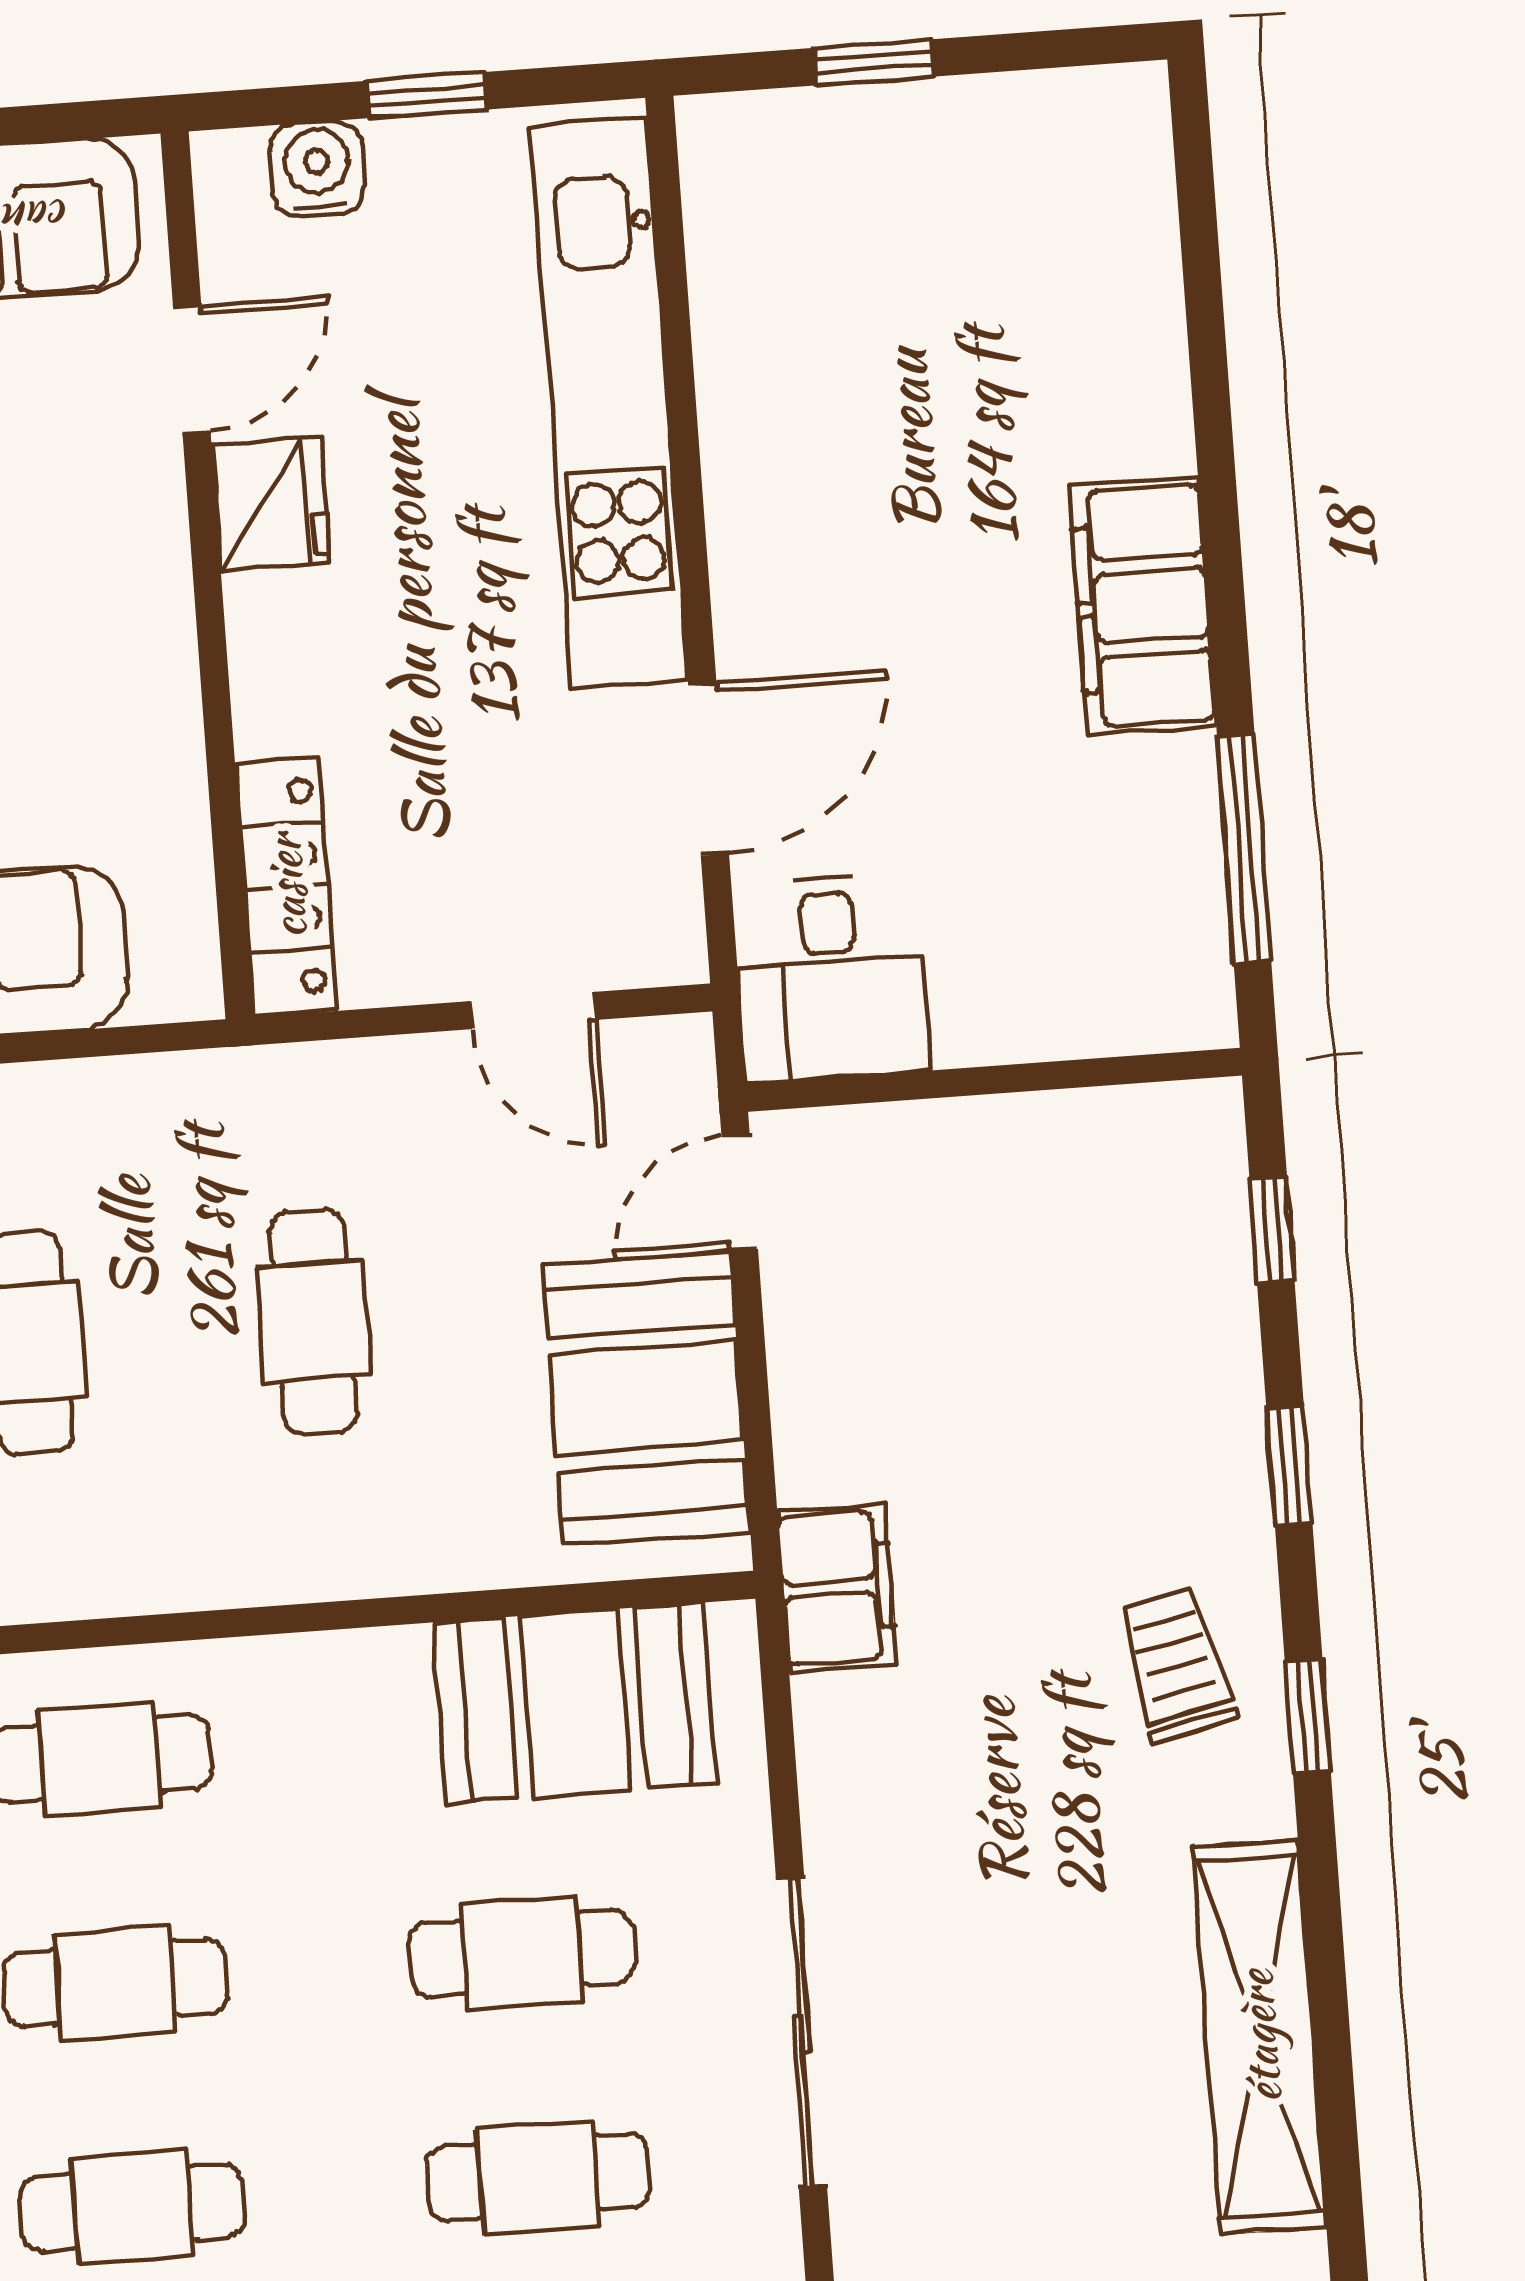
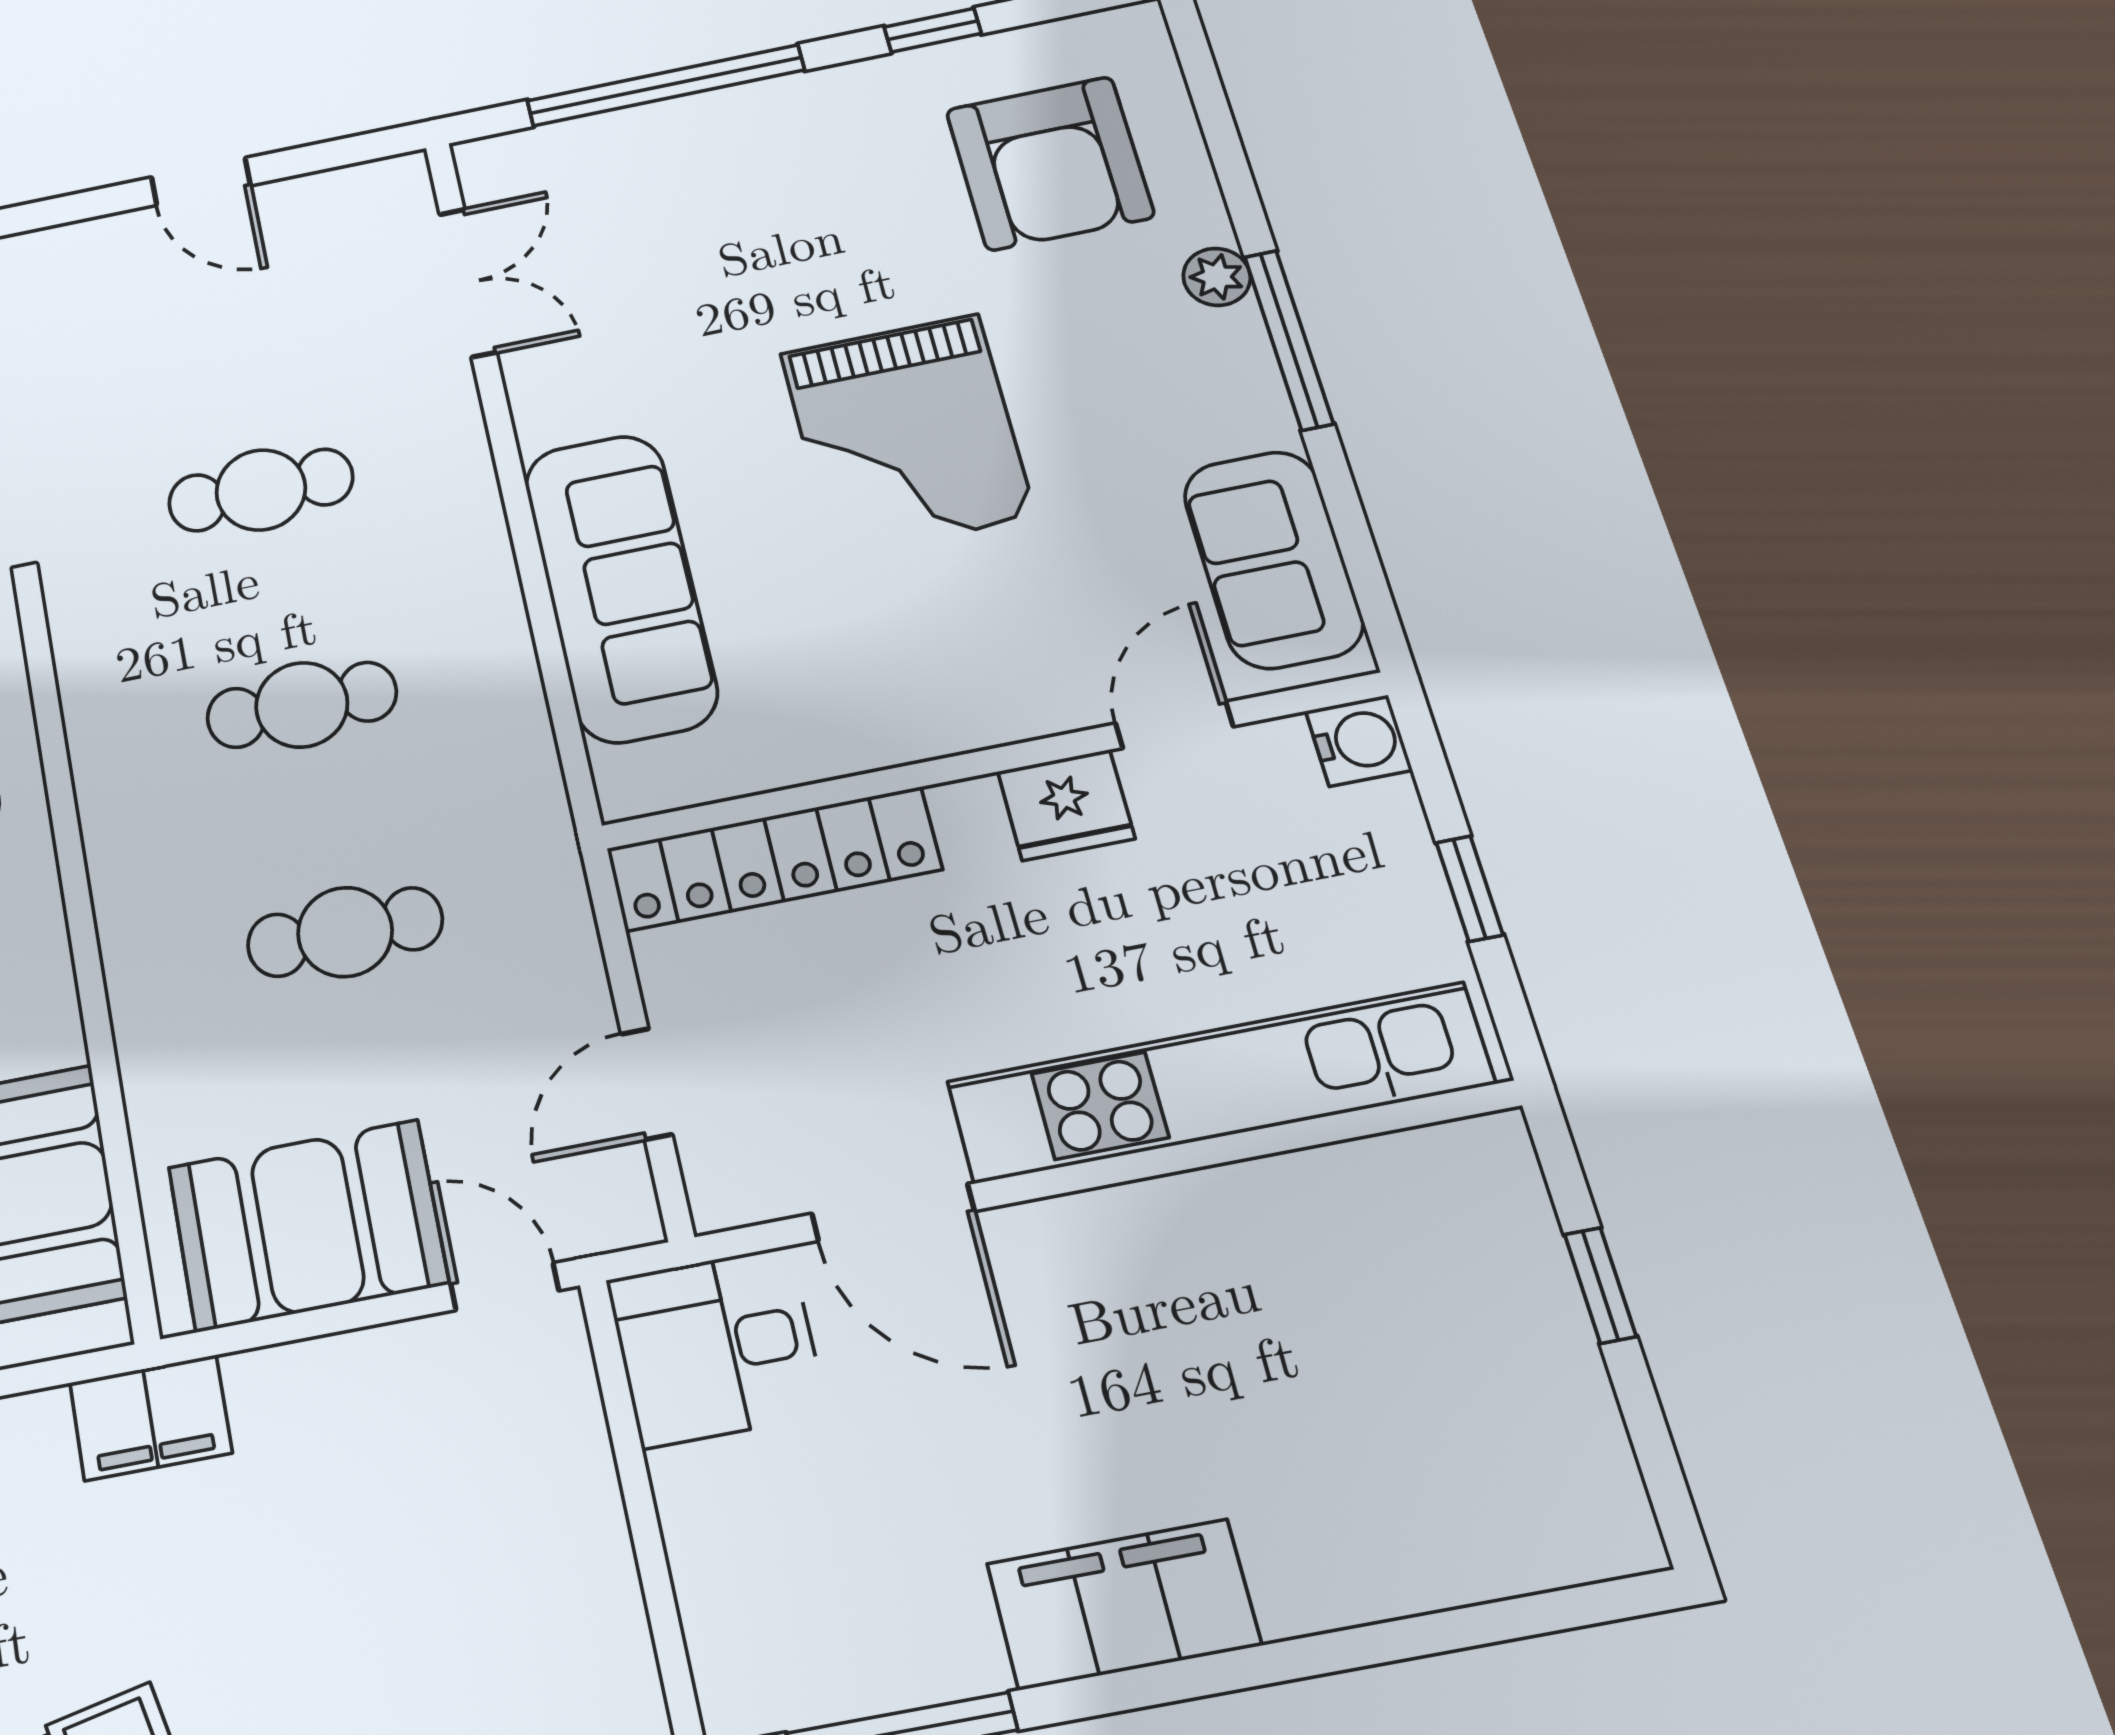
water cooler: (317, 169) -> (1359, 741), moved
door: (192, 369) -> (1174, 725), swing flipped
locker: (286, 887) -> (774, 859), width x1.41, depth x1.21

